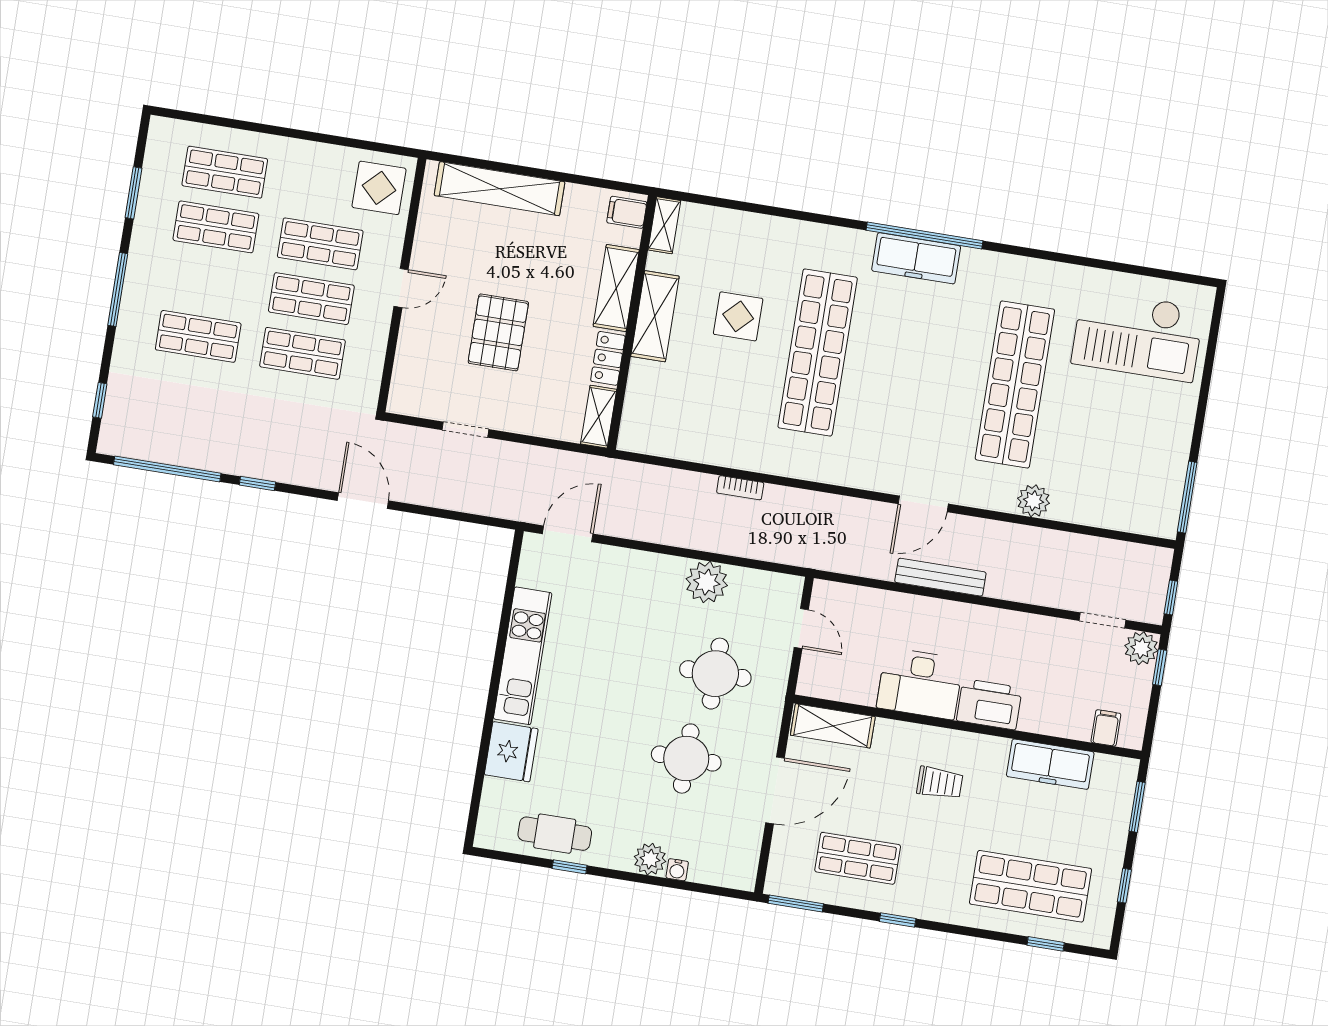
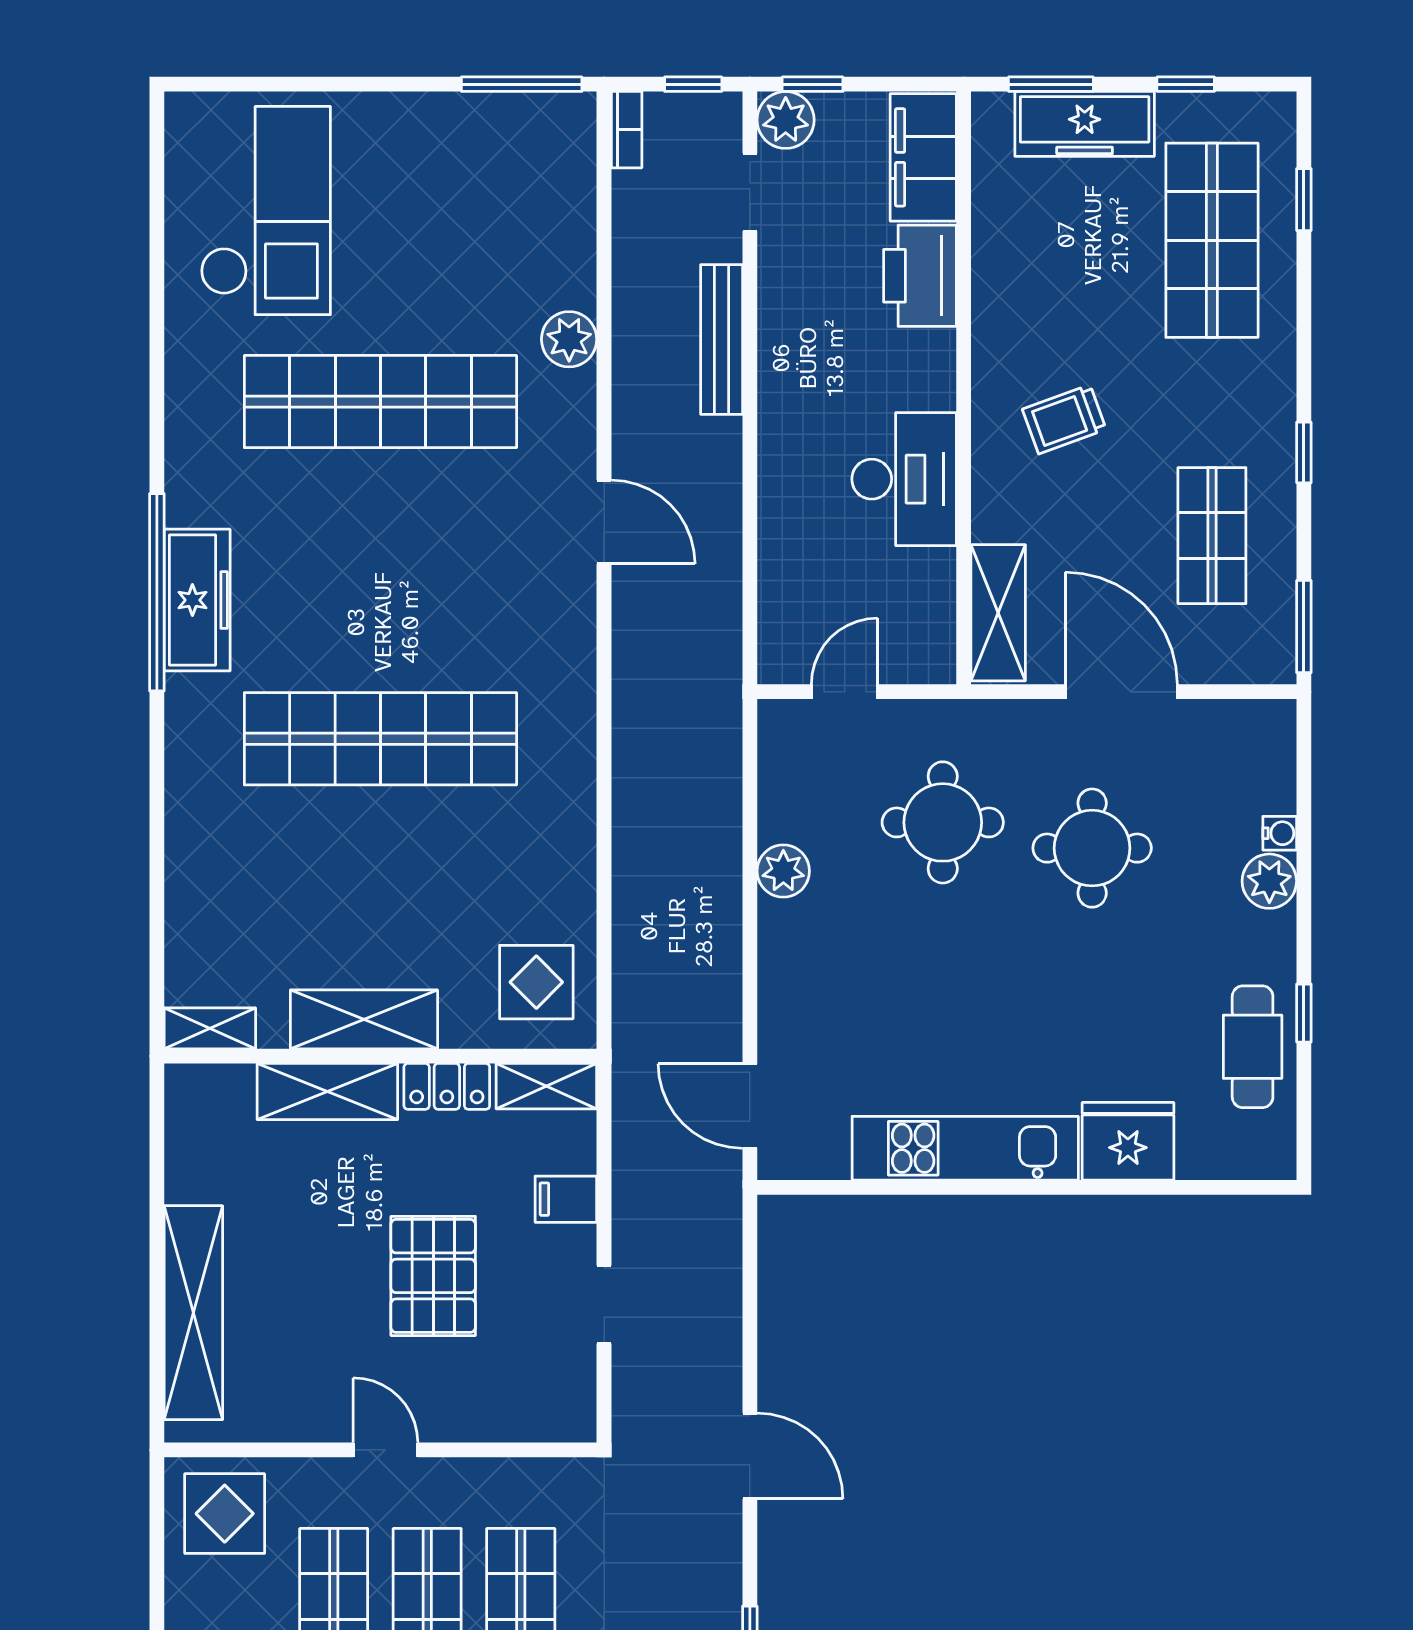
filing cabinet: (627, 212) -> (566, 1199), moved, turned 90
display table: (738, 316) -> (536, 982), moved
pallet: (498, 332) -> (433, 1276), turned 90
bookcase: (740, 488) -> (627, 130), moved
door: (363, 501) -> (750, 1456), swing flipped
bench: (940, 577) -> (722, 340), moved
plant: (707, 582) -> (783, 871), width x0.73, depth x0.73
printer: (989, 704) -> (920, 276), moved
filing cabinet: (1106, 728) -> (923, 157), width x3.00, depth x1.17
freezer: (1050, 764) -> (1085, 124), moved, turned 90
trolley: (940, 783) -> (1064, 419), turned -110

